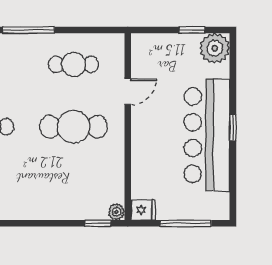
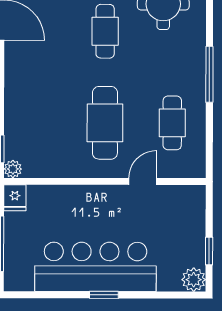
plant: (215, 48) -> (194, 280), width x0.73, depth x0.73
door: (128, 92) -> (143, 181), swing flipped

